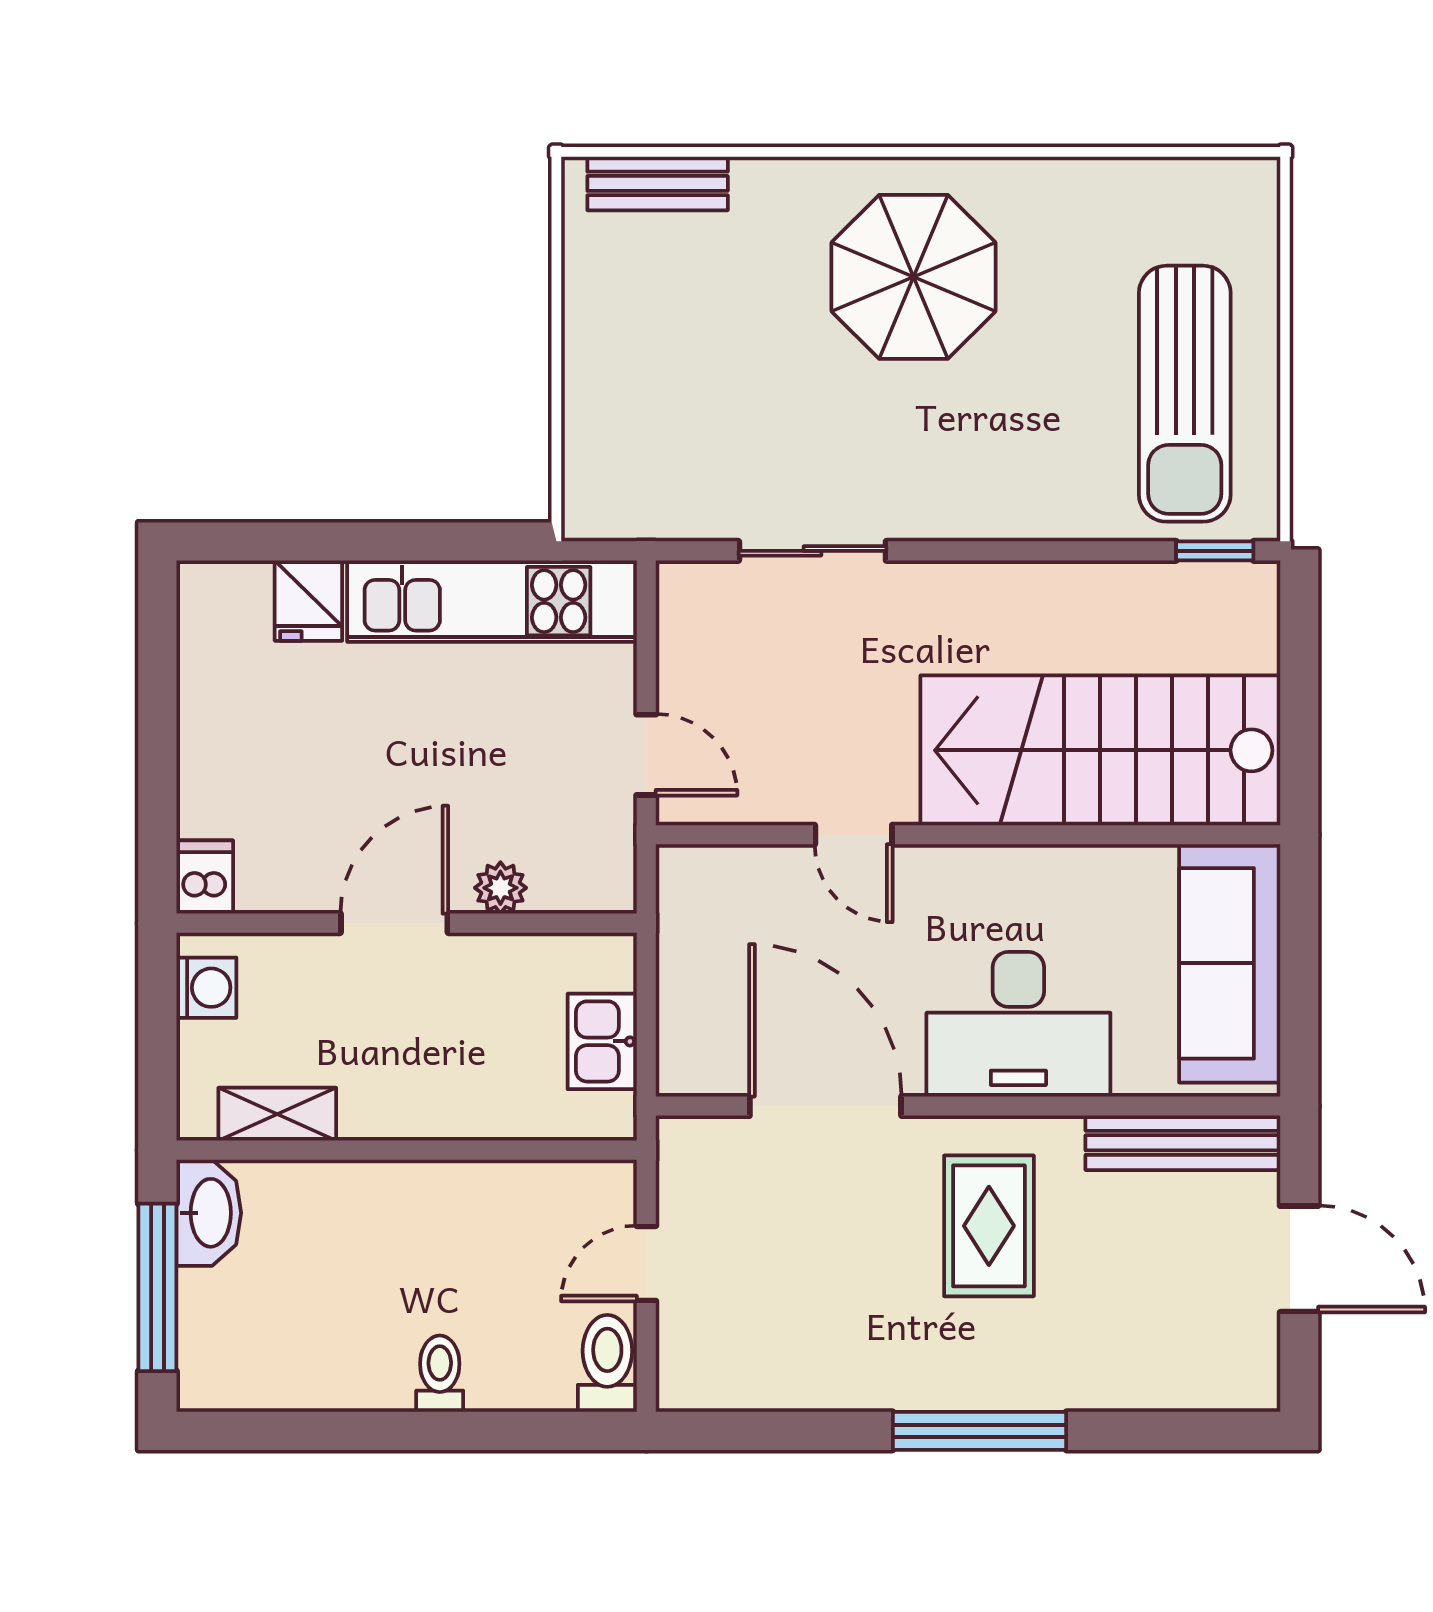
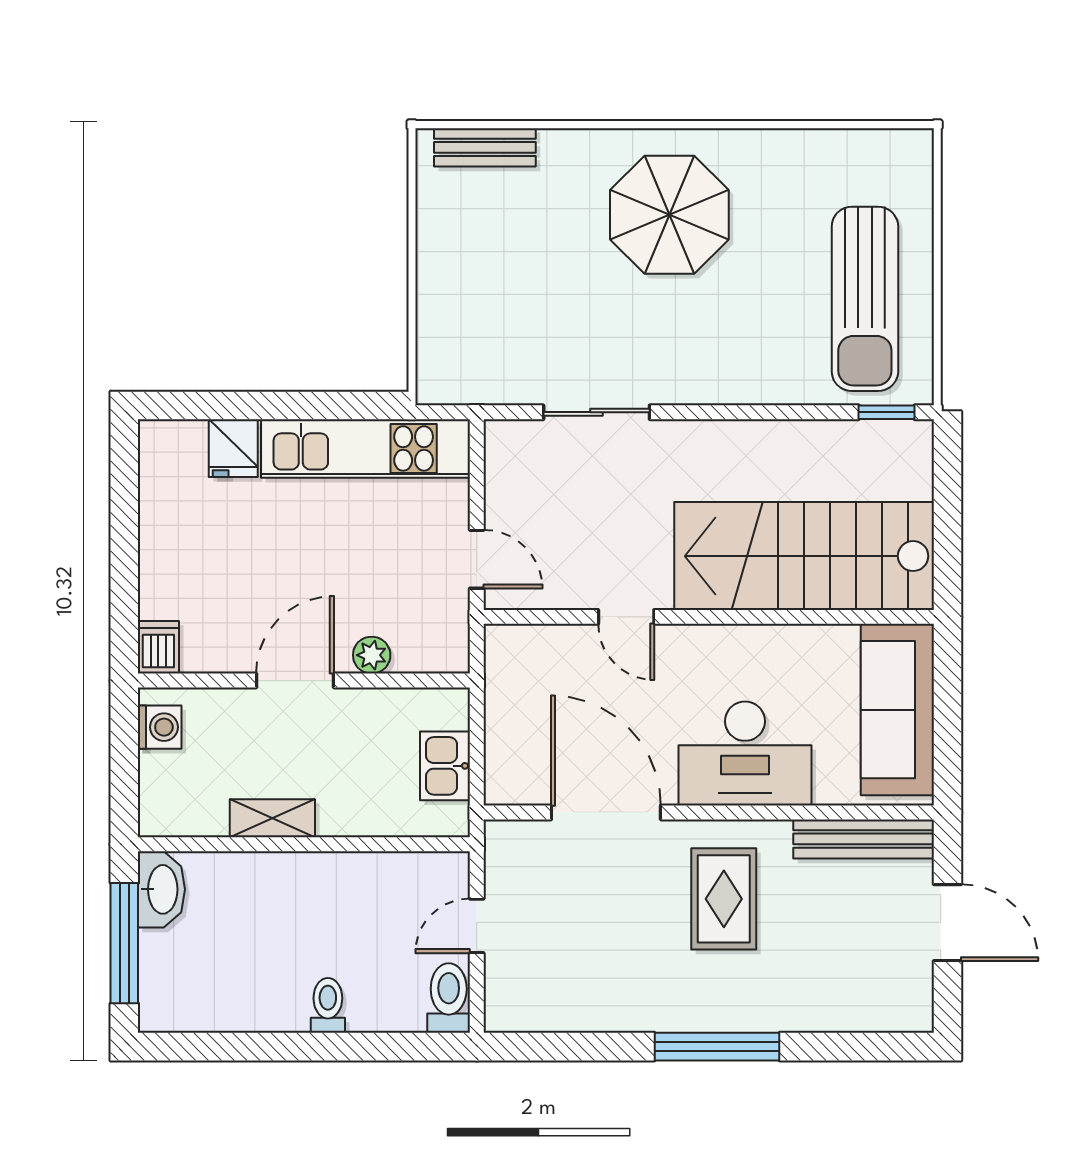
shelving: (277, 1114) -> (272, 818), moved

